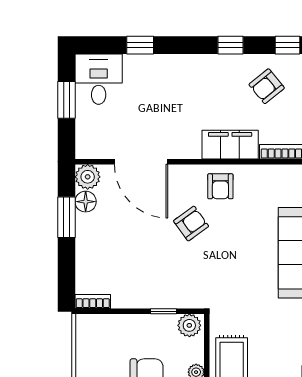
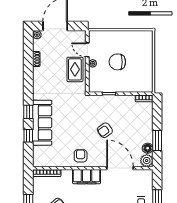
filing cabinet: (230, 145) -> (87, 177), moved
armchair: (191, 224) -> (105, 130), moved
plant: (189, 325) -> (96, 87), removed

